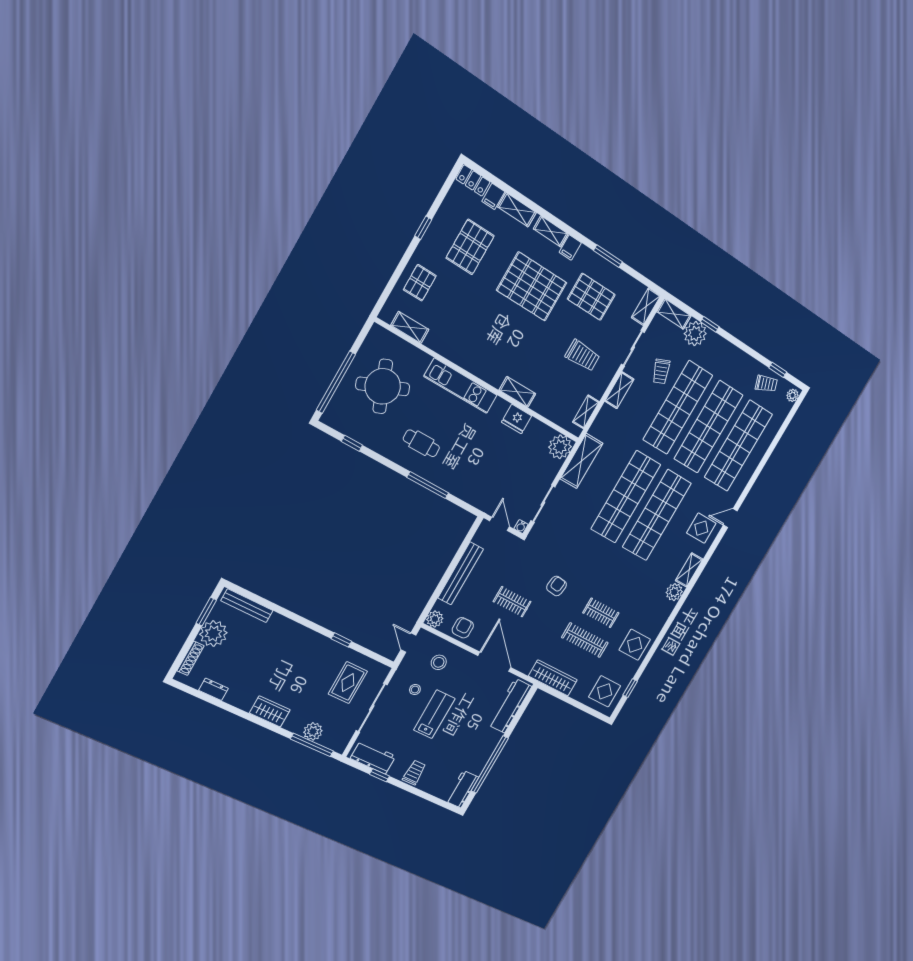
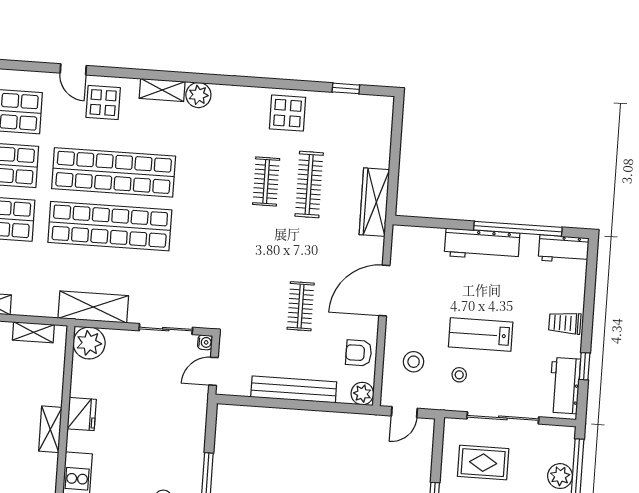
armchair: (557, 586) -> (257, 259), removed
display table: (605, 691) -> (364, 122), removed
workbench: (510, 706) -> (482, 245), moved

